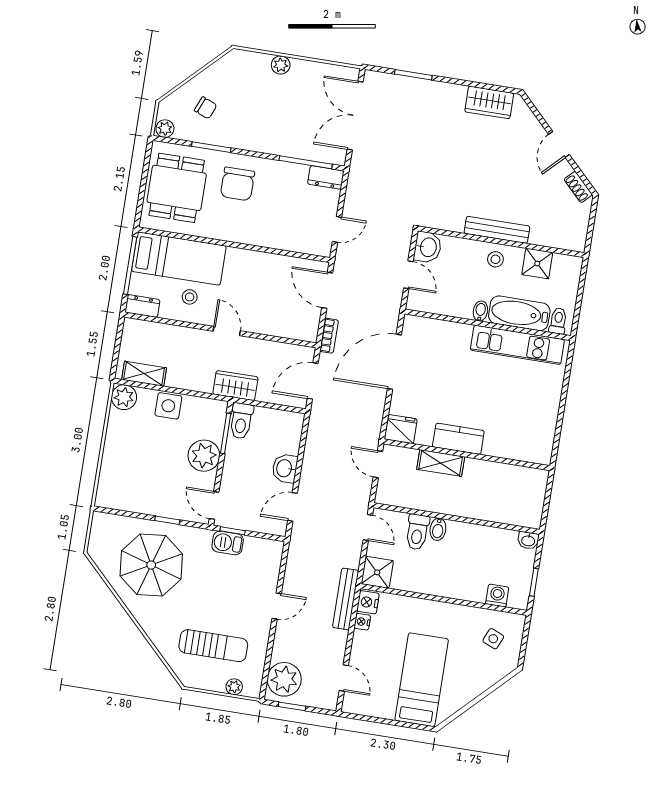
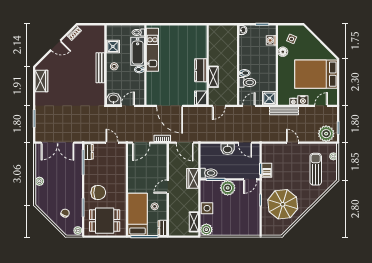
nightstand: (368, 602) -> (303, 100), moved
floor lamp: (470, 616) -> (283, 52), added
bed: (422, 680) -> (316, 74), width x1.50

